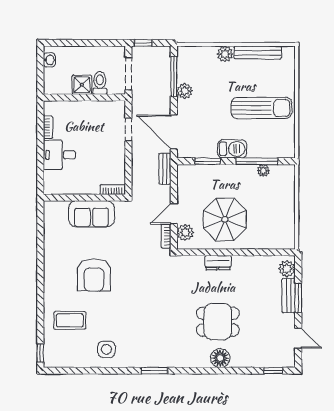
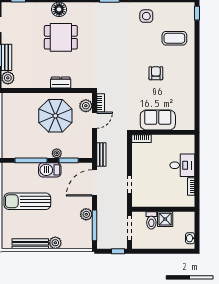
door: (174, 132) -> (95, 183), swing flipped
plant: (263, 171) -> (57, 153), moved
armchair: (94, 275) -> (156, 73), width x0.53, depth x0.53

